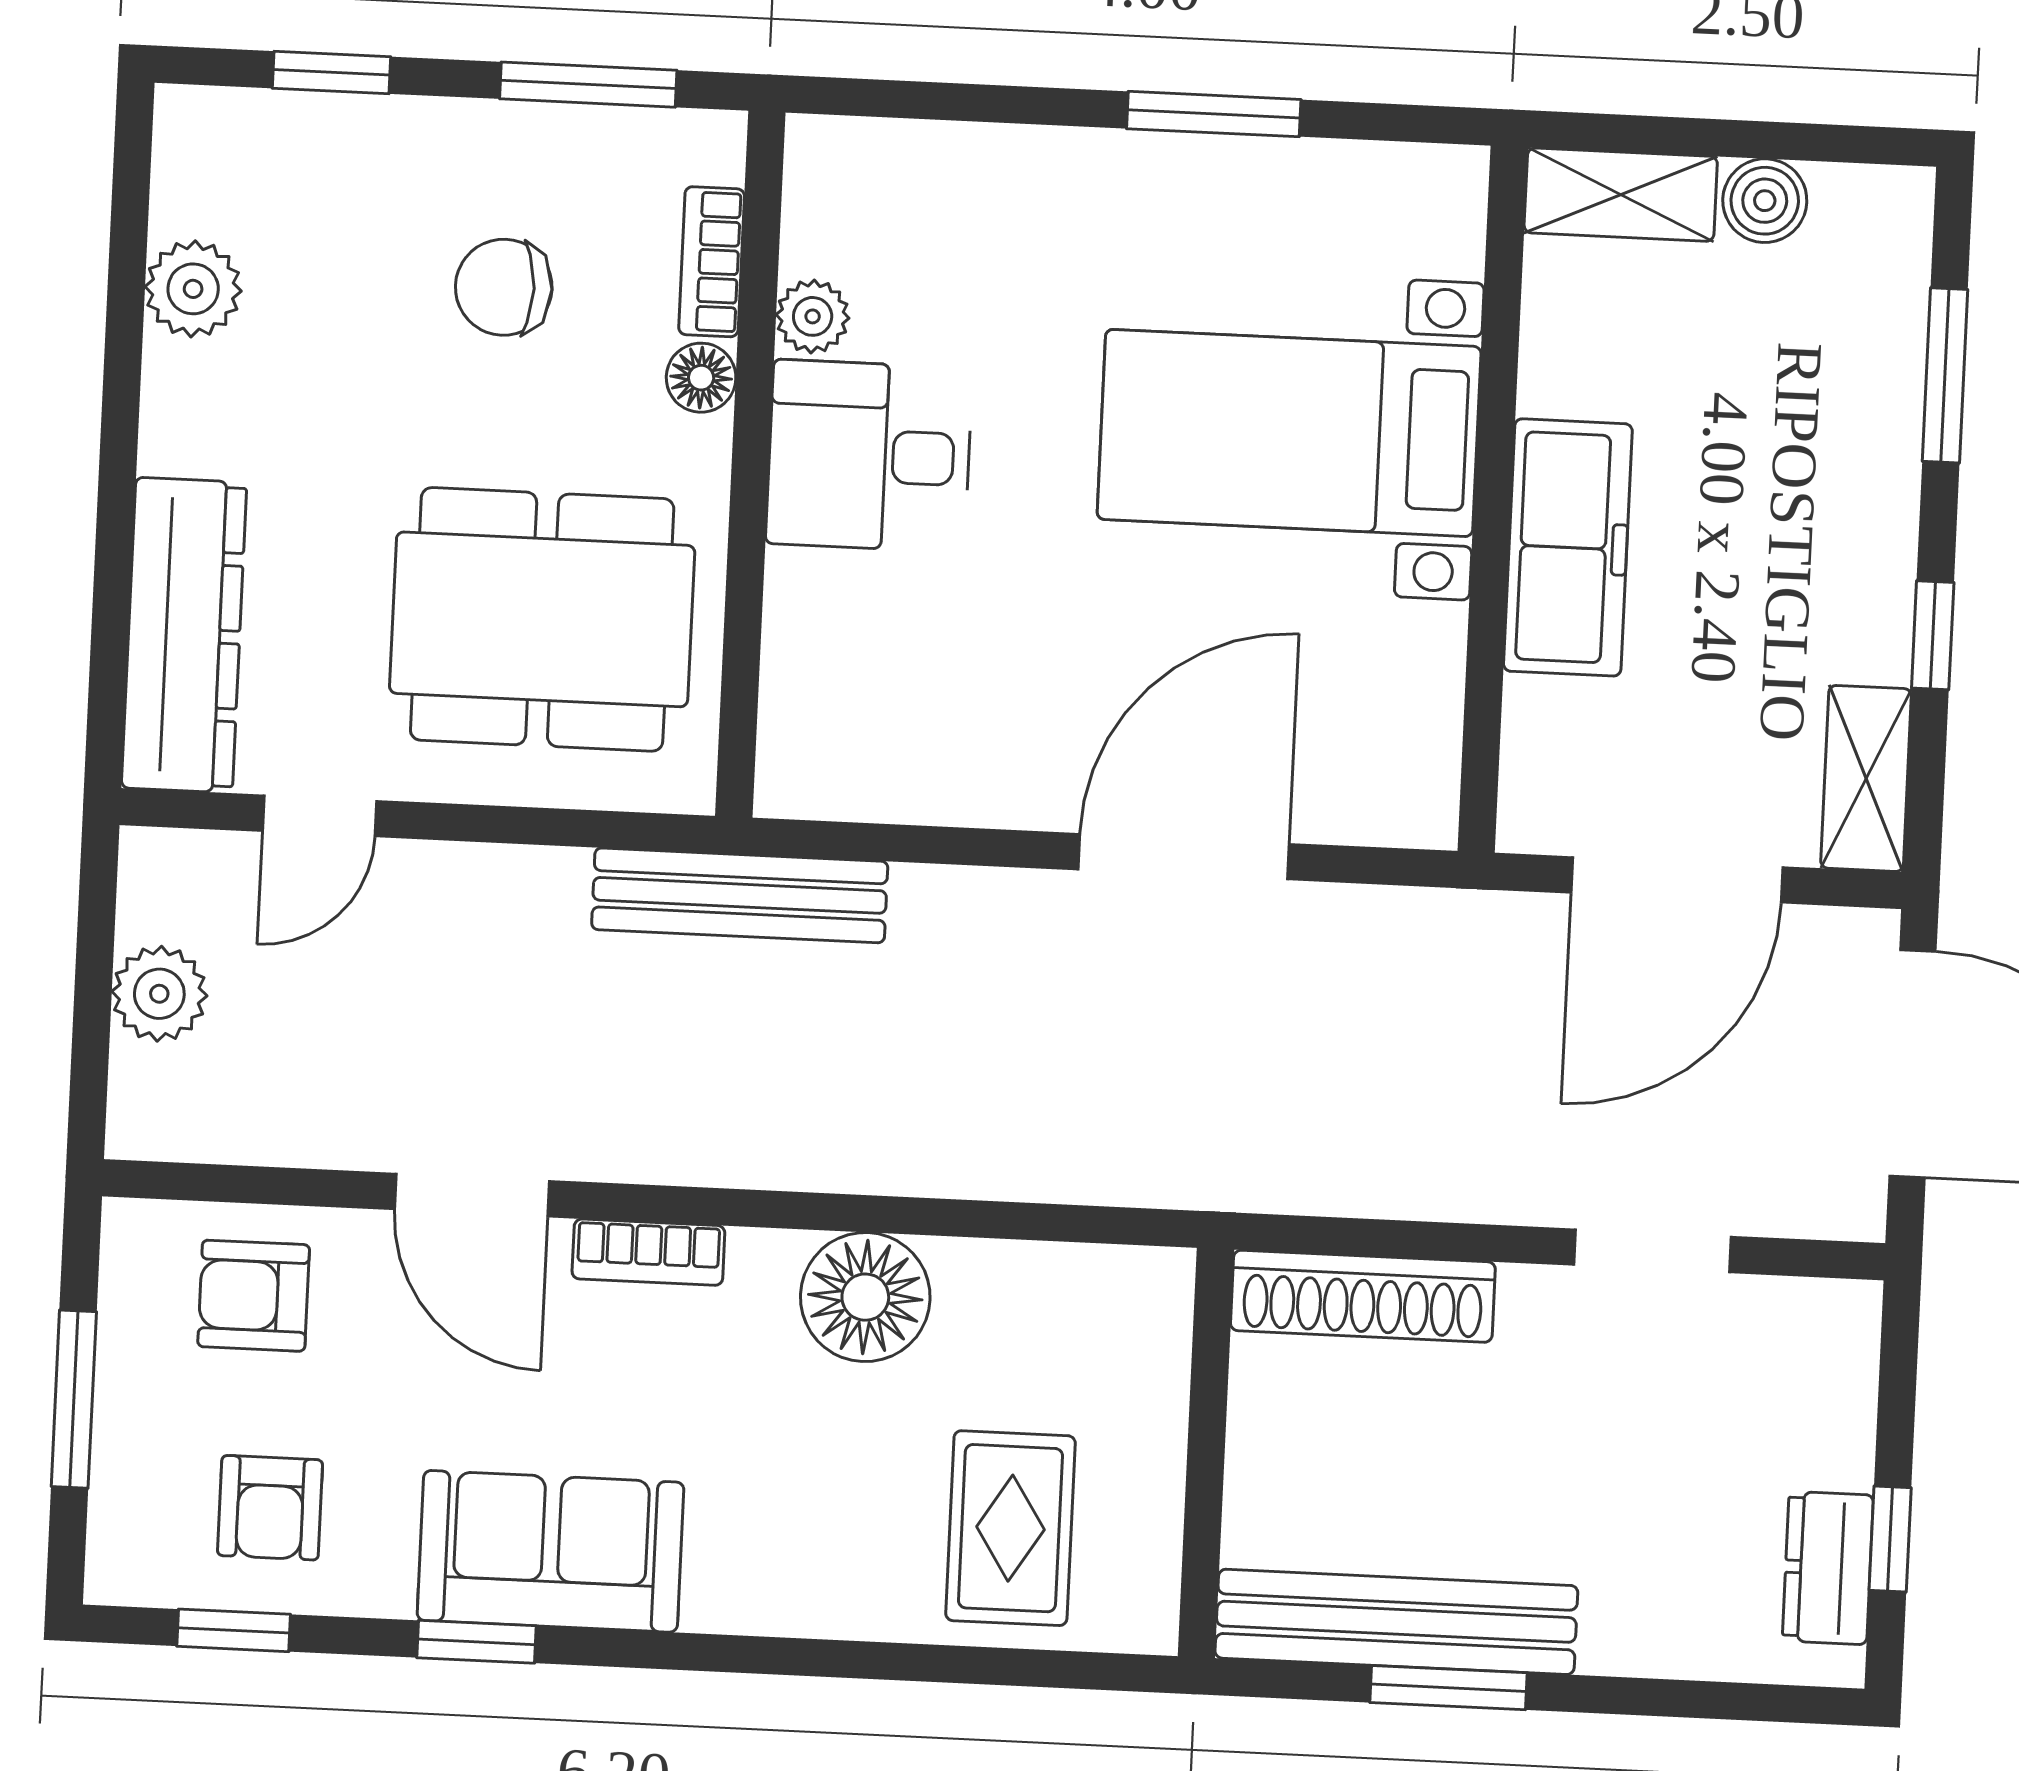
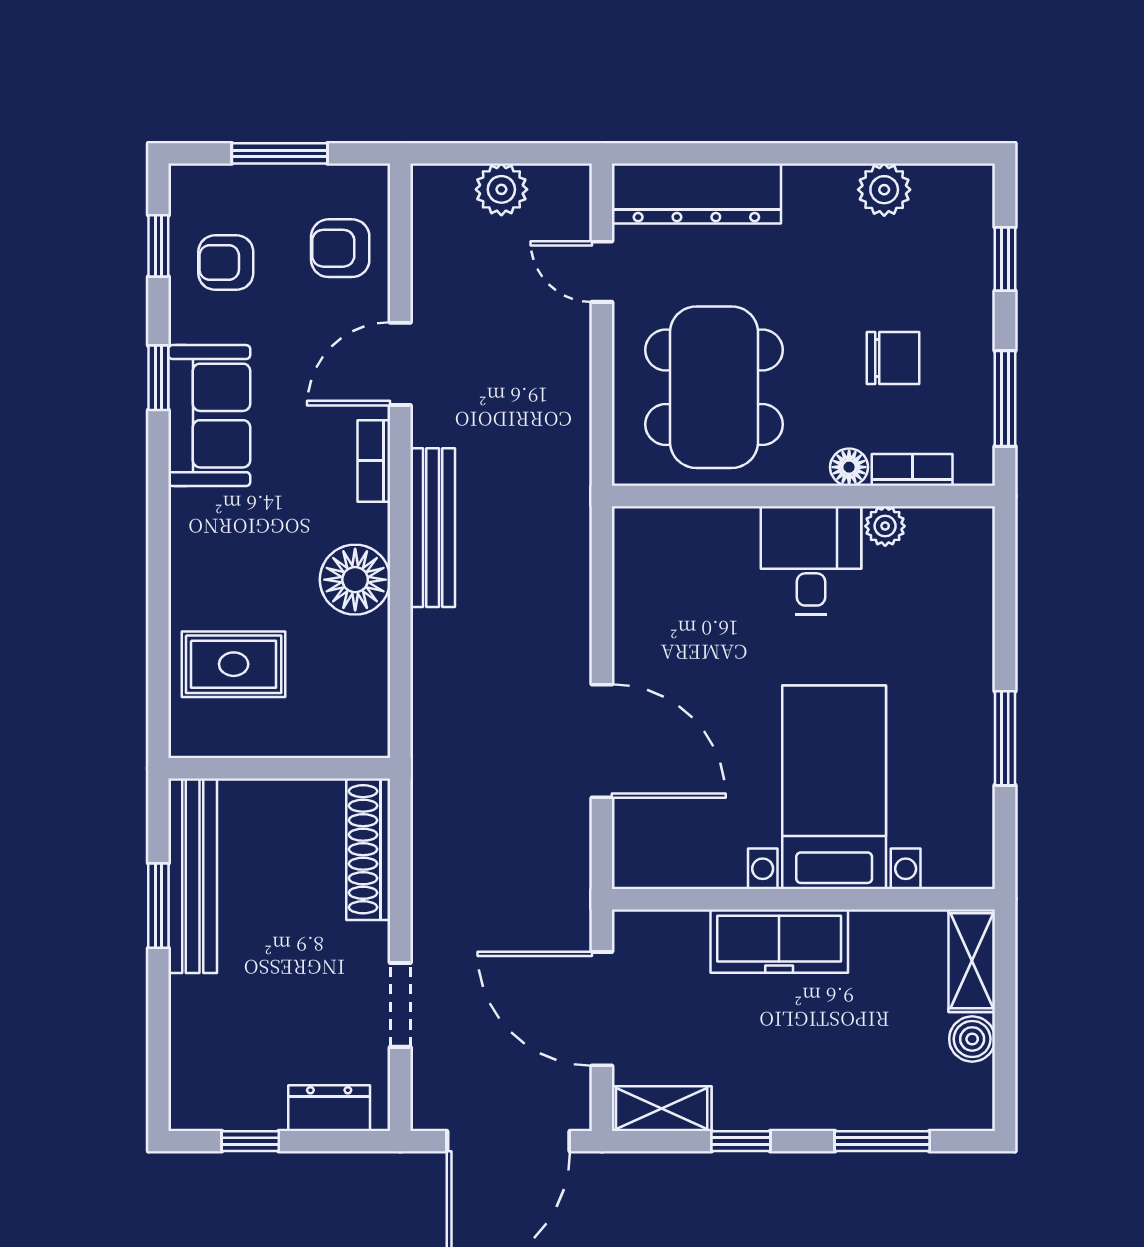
chair: (504, 287) -> (893, 358), turned 90
bench: (740, 895) -> (433, 528), moved
armchair: (254, 1296) -> (340, 248), turned -90
dresser: (1828, 1568) -> (329, 1108), moved

